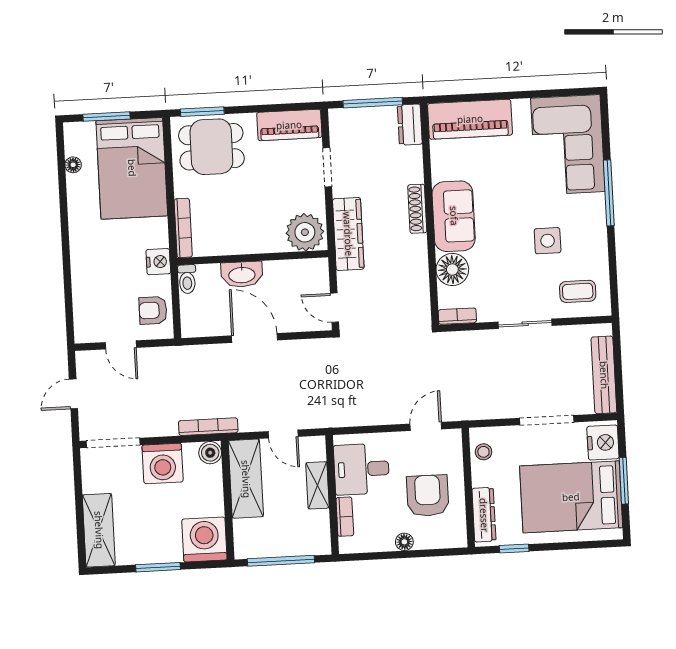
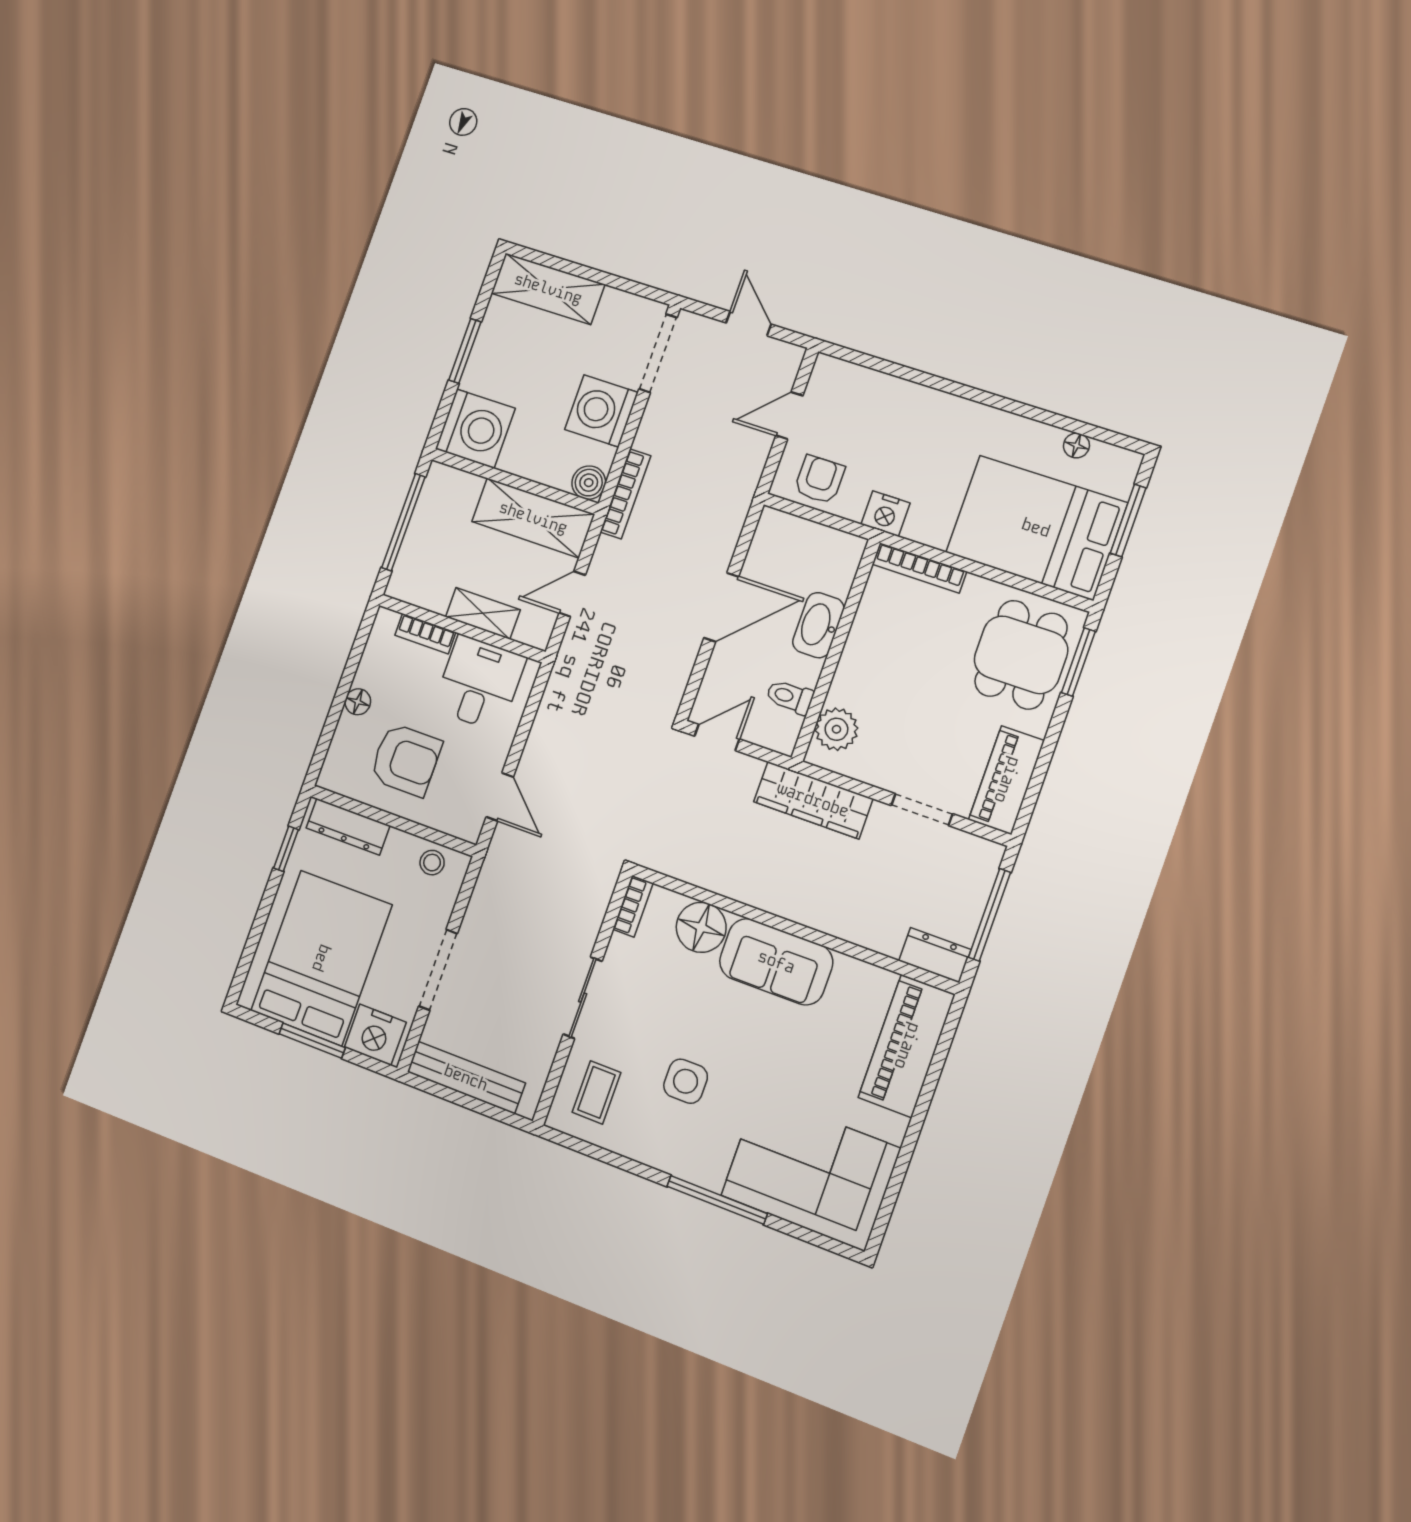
shoe rack: (417, 209) -> (808, 914), removed
plant: (305, 232) -> (836, 729), width x0.73, depth x0.73
toilet: (187, 279) -> (790, 697), moved

